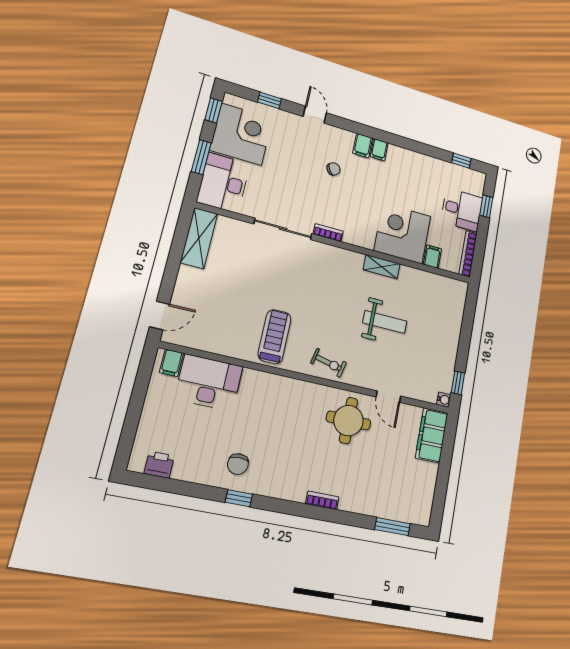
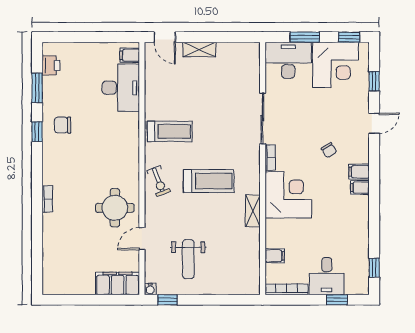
corner desk: (402, 233) -> (288, 195), moved
shelving: (199, 238) -> (199, 49), moved, width x0.67, depth x0.75
treadmill: (340, 306) -> (209, 181), added
weight bench: (385, 322) -> (188, 259), moved
exercise bike: (328, 363) -> (159, 181), turned -34
window: (392, 527) -> (37, 88), moved

